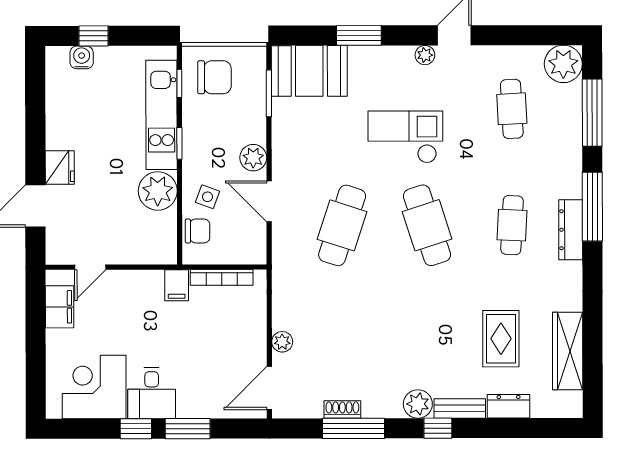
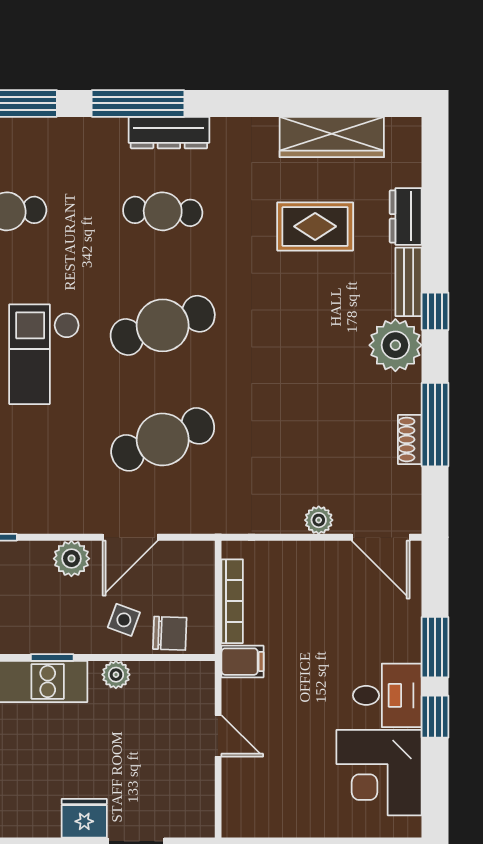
plant: (158, 191) -> (116, 675), width x0.53, depth x0.53
cafe table: (342, 225) -> (163, 439), turned -39
chair: (198, 231) -> (170, 633), turned 92
door: (90, 267) -> (218, 736), moved
filing cabinet: (60, 307) -> (271, 819), removed
plant: (418, 404) -> (395, 345), width x1.36, depth x1.36

